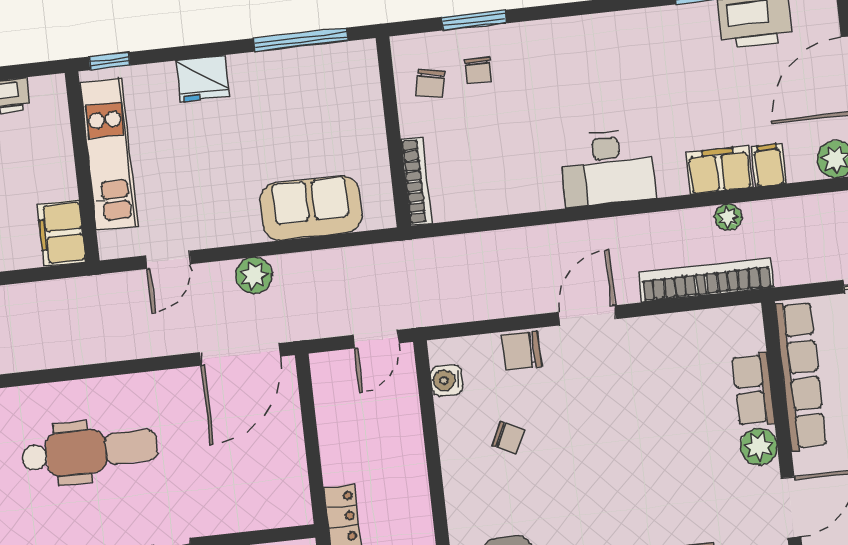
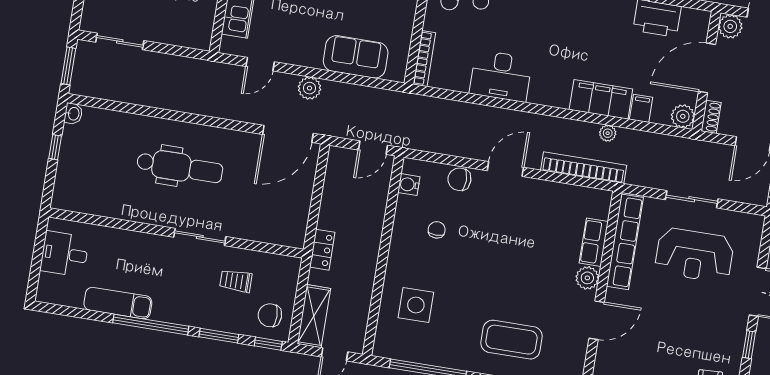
desk: (608, 168) -> (501, 76), moved
filing cabinet: (720, 170) -> (601, 99), width x1.50, depth x1.17
filing cabinet: (62, 233) -> (200, 30), removed
chair: (508, 438) -> (437, 230), turned -115

